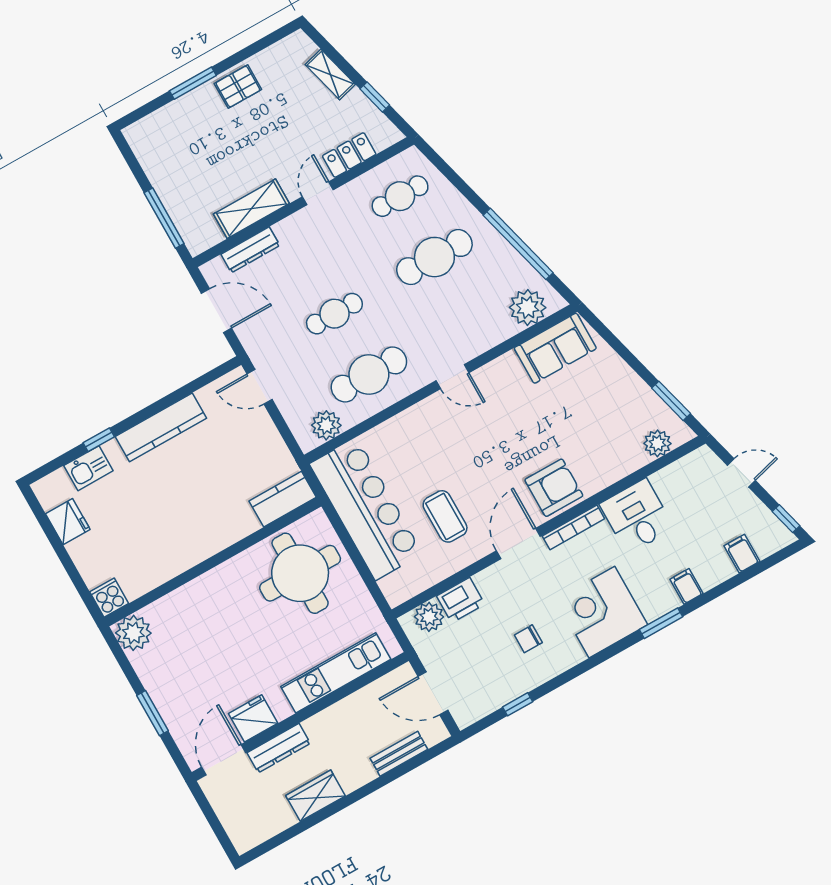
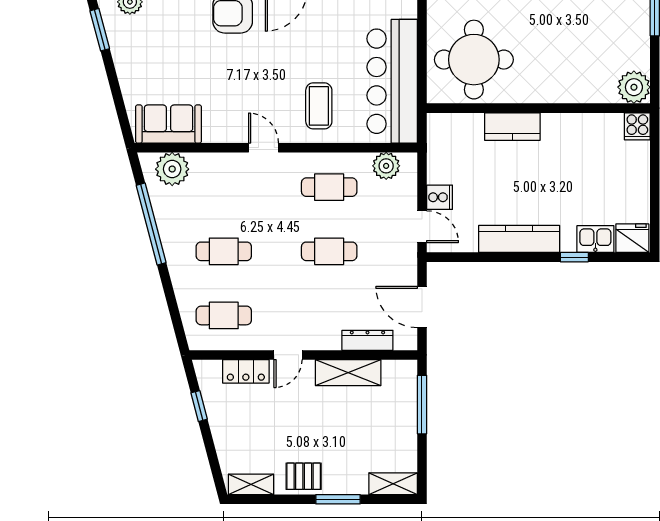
shelving: (330, 74) -> (251, 484), moved, turned -75
shelving: (149, 127) -> (393, 484), added
cafe table: (434, 257) -> (224, 251), width x0.73, depth x0.74
cafe table: (369, 375) -> (329, 187), width x0.73, depth x0.74
cooker: (259, 424) -> (440, 197), added
kitchen counter: (283, 499) -> (512, 127), moved
coffee table: (445, 516) -> (319, 106), moved
fridge: (68, 522) -> (632, 238), moved, turned 90

